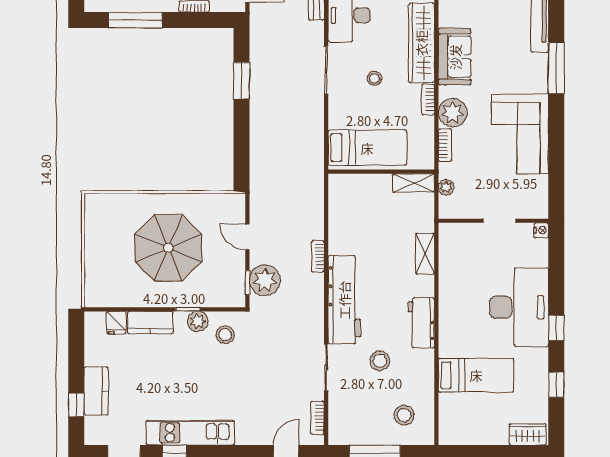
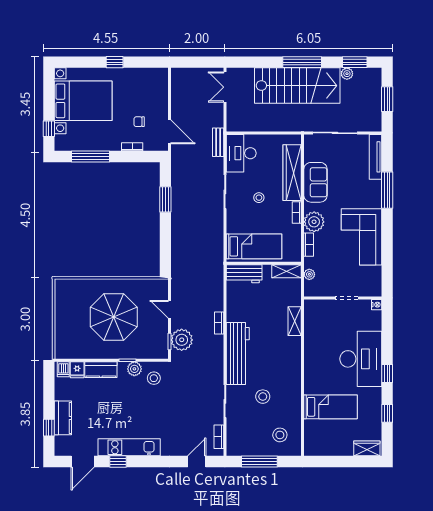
dishwasher: (97, 322) -> (63, 369), added
workbench: (421, 323) -> (244, 274), moved, turned -90

